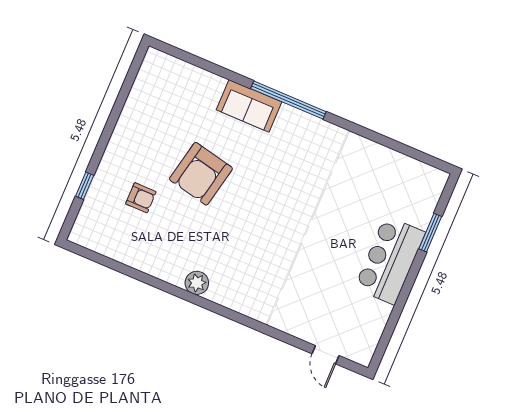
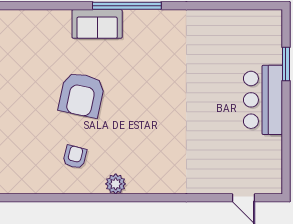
armchair: (141, 198) -> (75, 157), moved, turned -76

